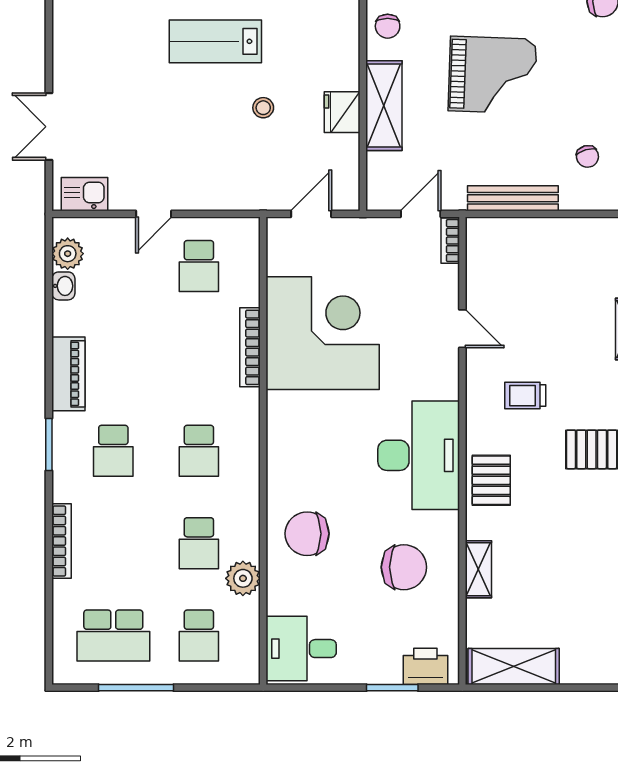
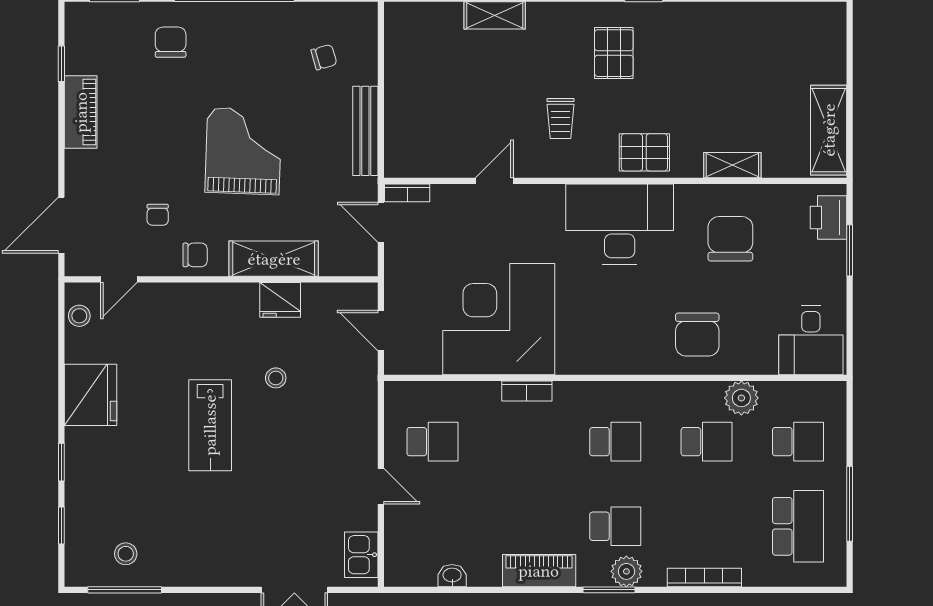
plant: (68, 254) -> (626, 571), moved
bookcase: (250, 347) -> (527, 391), width x0.64

